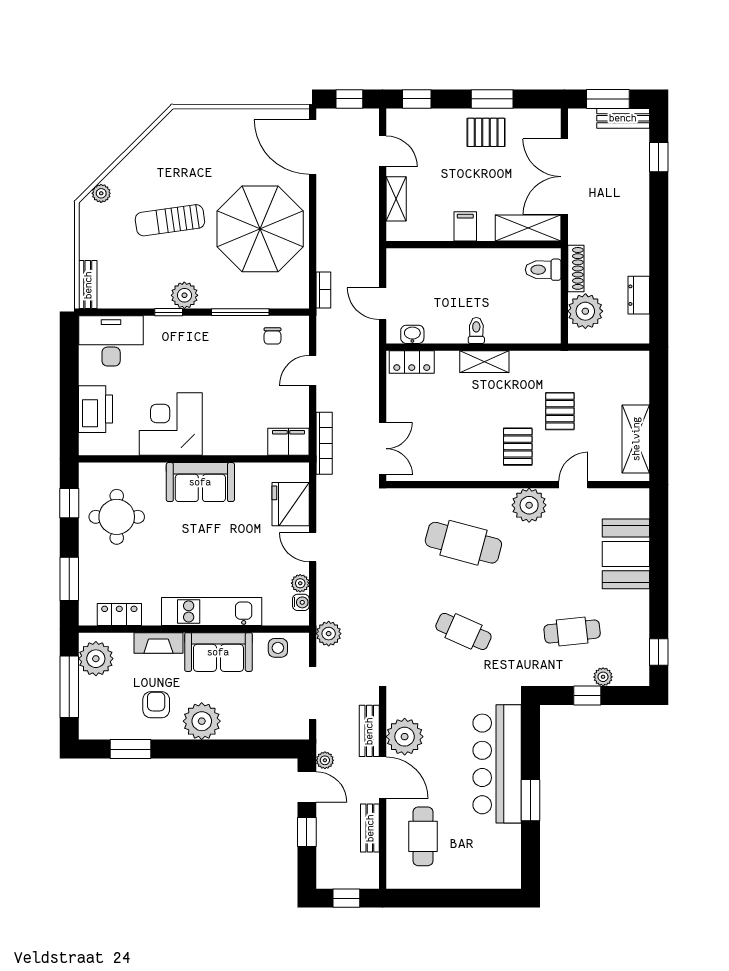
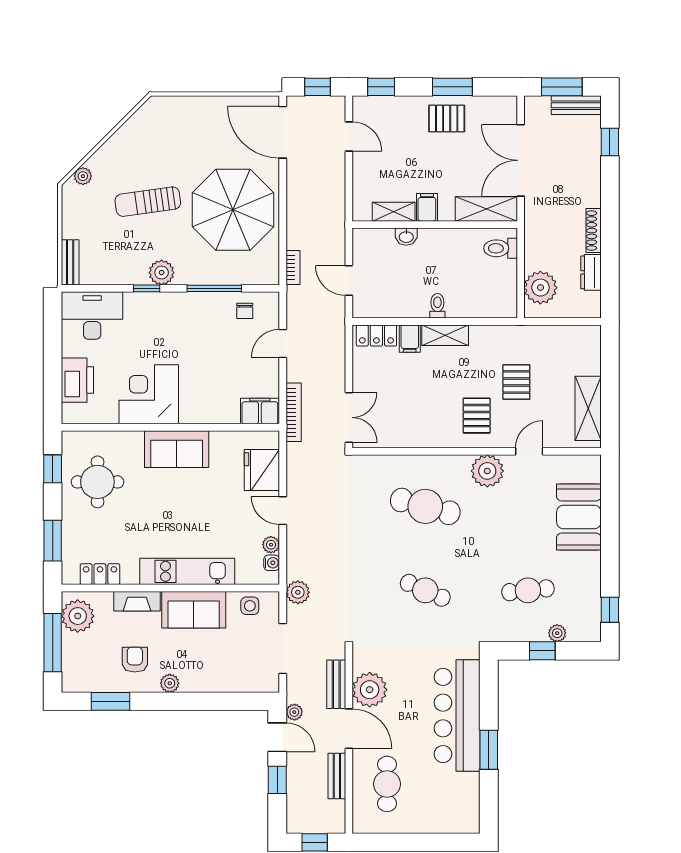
shelving: (396, 199) -> (394, 212), moved, turned 90
shoe rack: (576, 268) -> (594, 231), moved, turned 180
washbasin: (412, 334) -> (406, 237), moved, turned 180
filing cabinet: (447, 365) -> (410, 339), added
plant: (202, 721) -> (170, 683), width x0.53, depth x0.53

